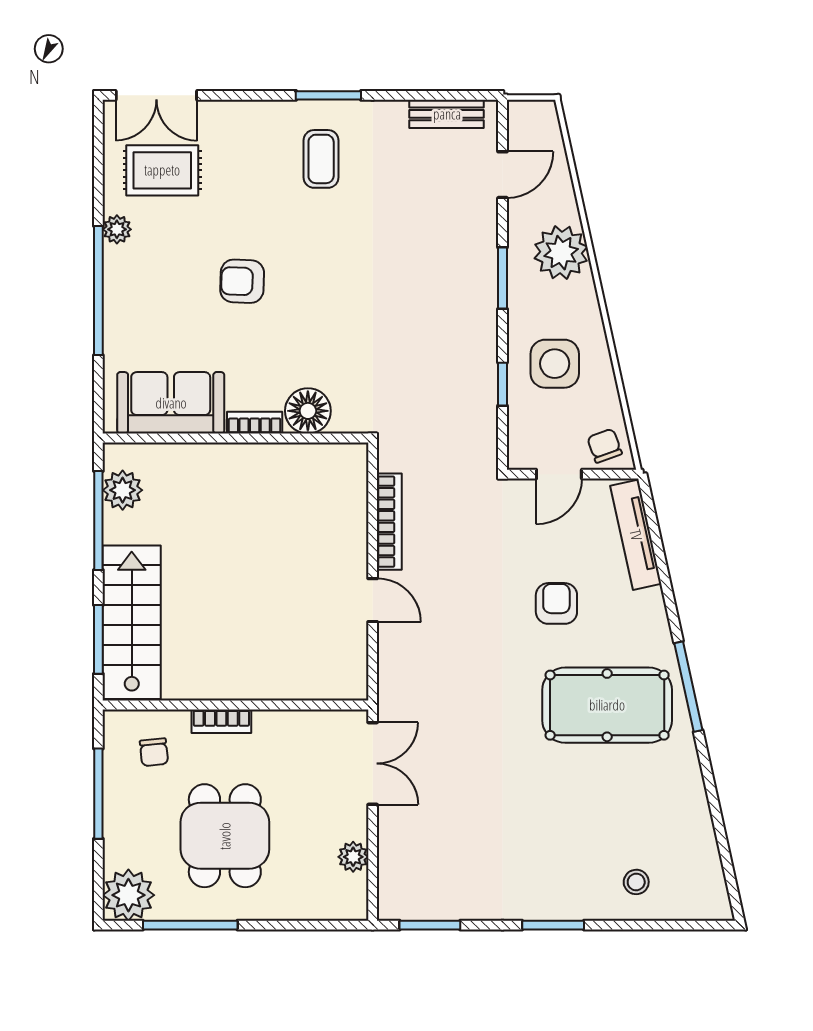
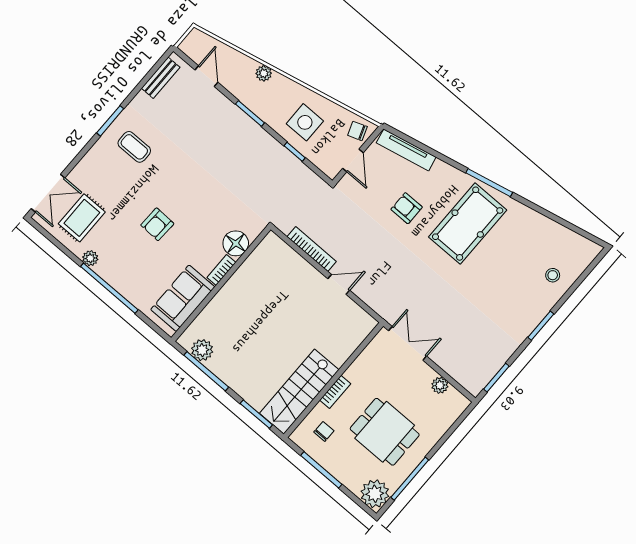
plant: (561, 253) -> (264, 73), width x0.53, depth x0.53
stairs: (132, 622) -> (299, 392), moved, turned -90
chair: (154, 752) -> (324, 431), turned -84

